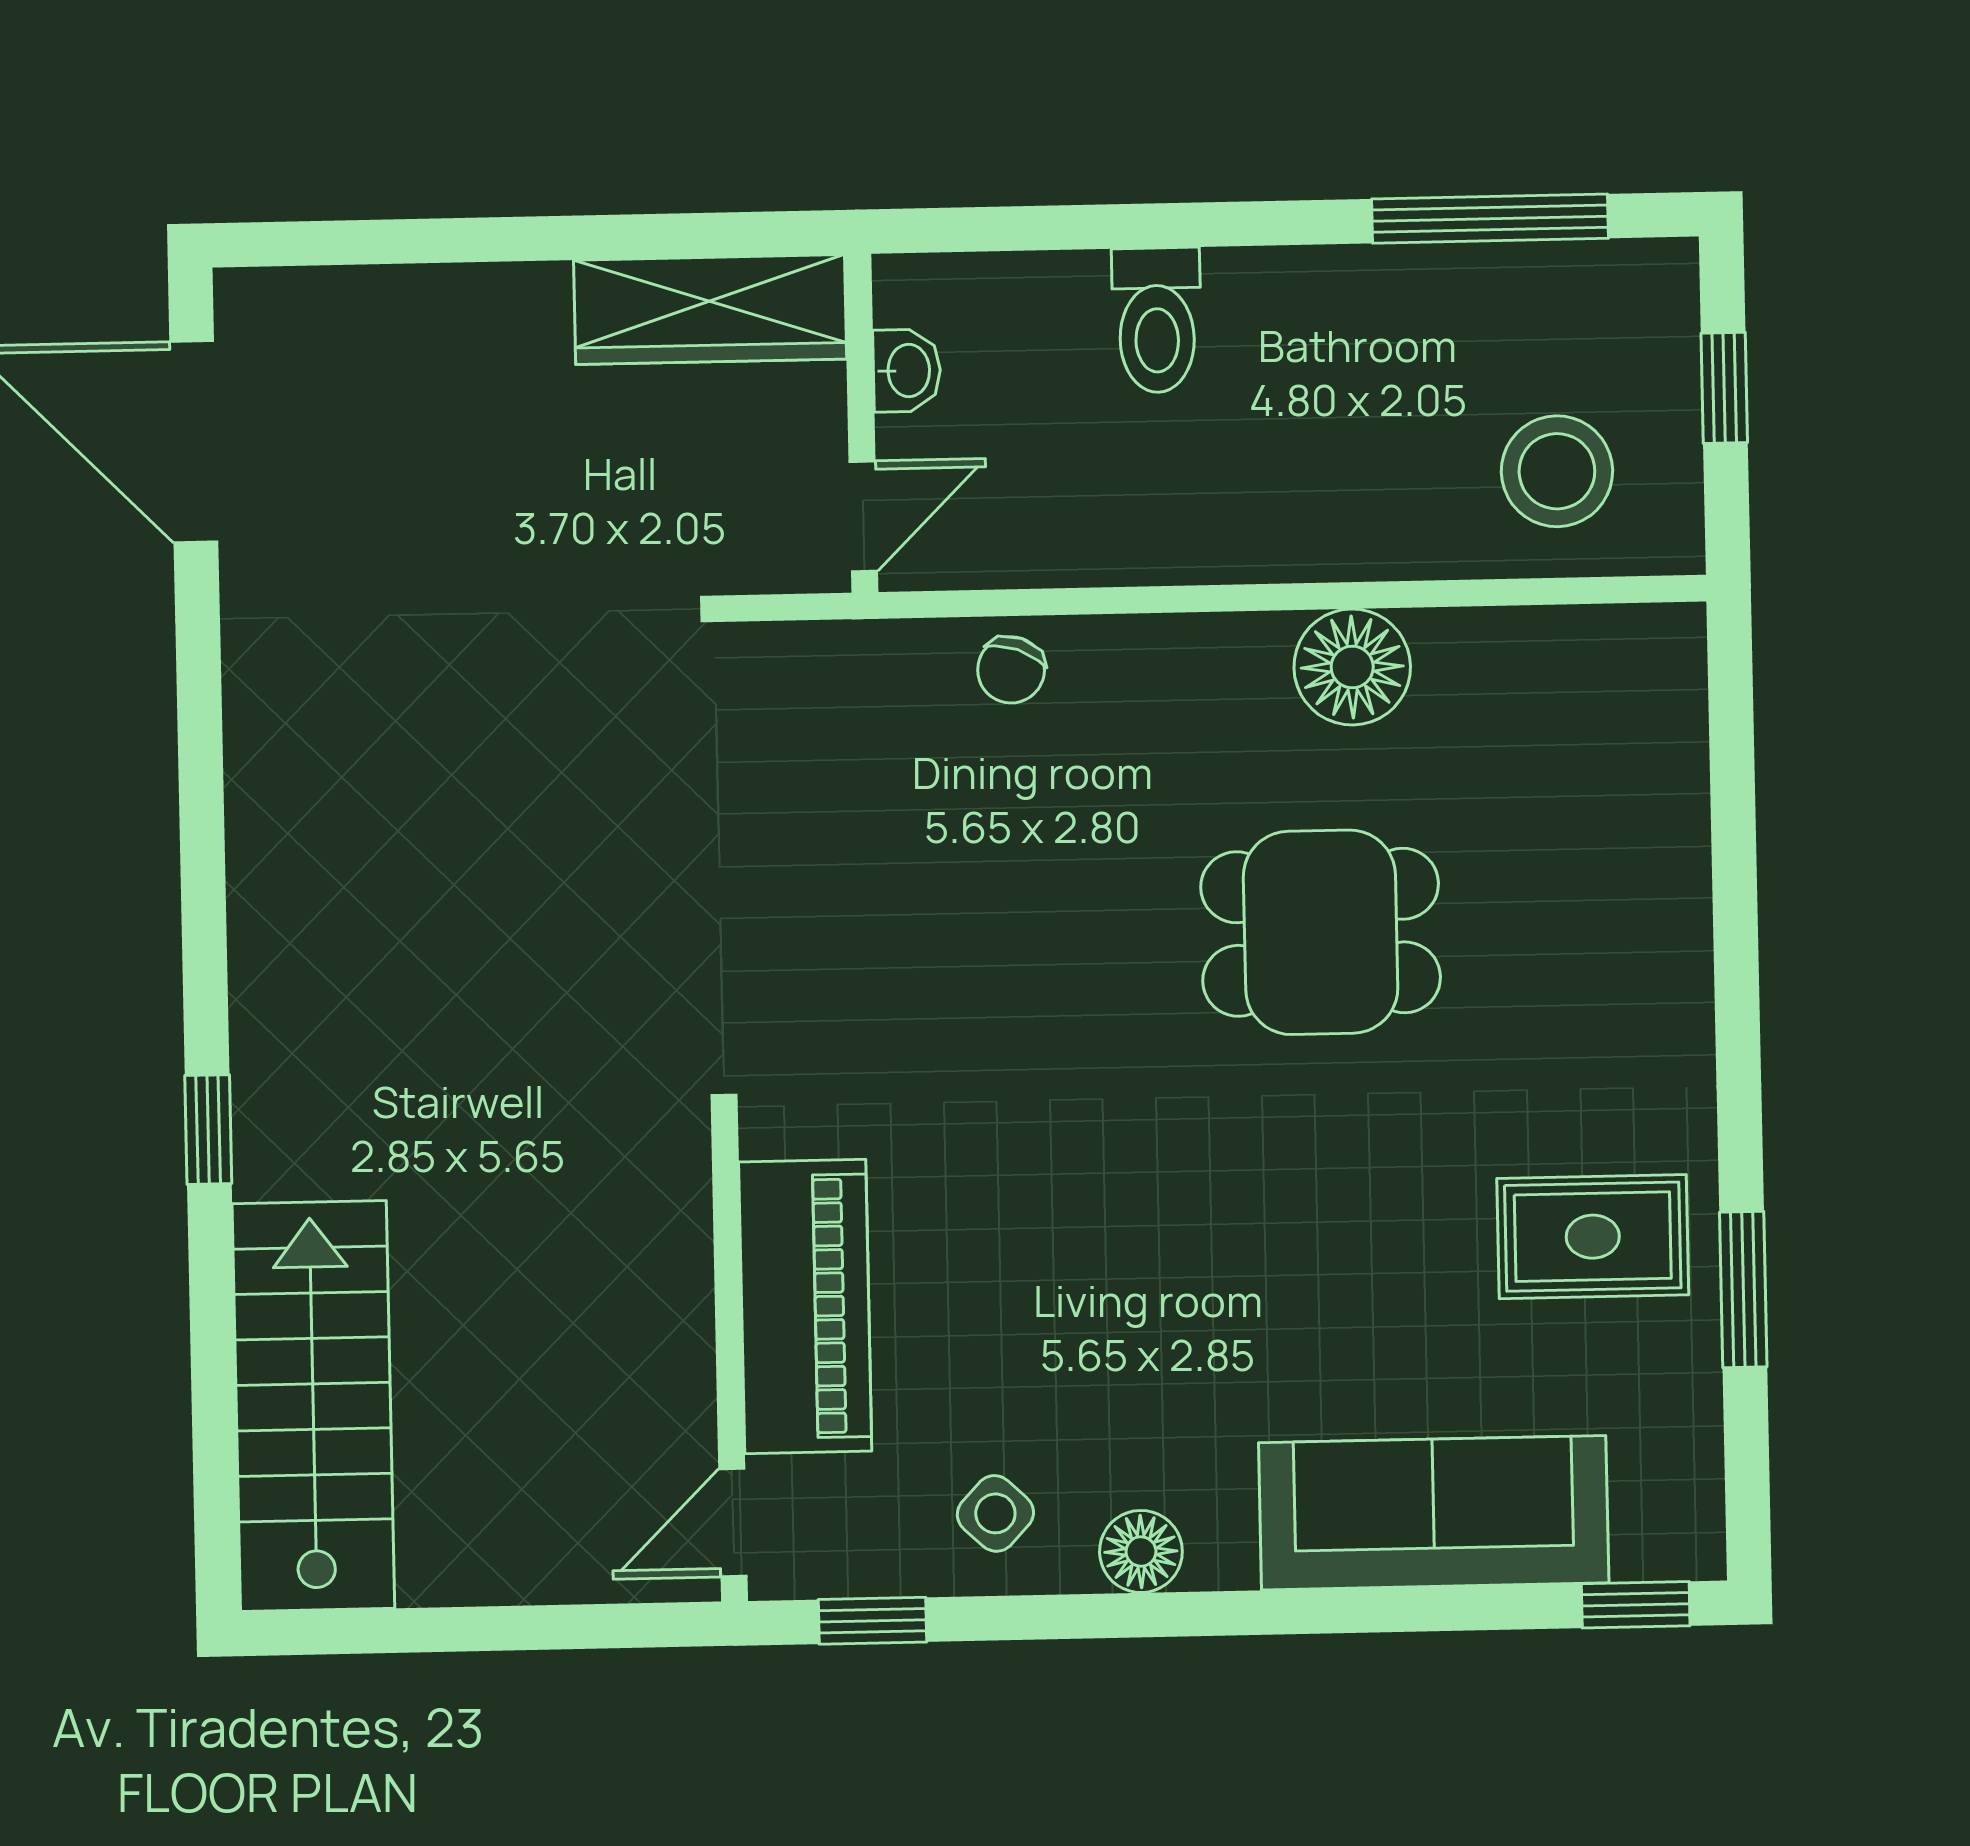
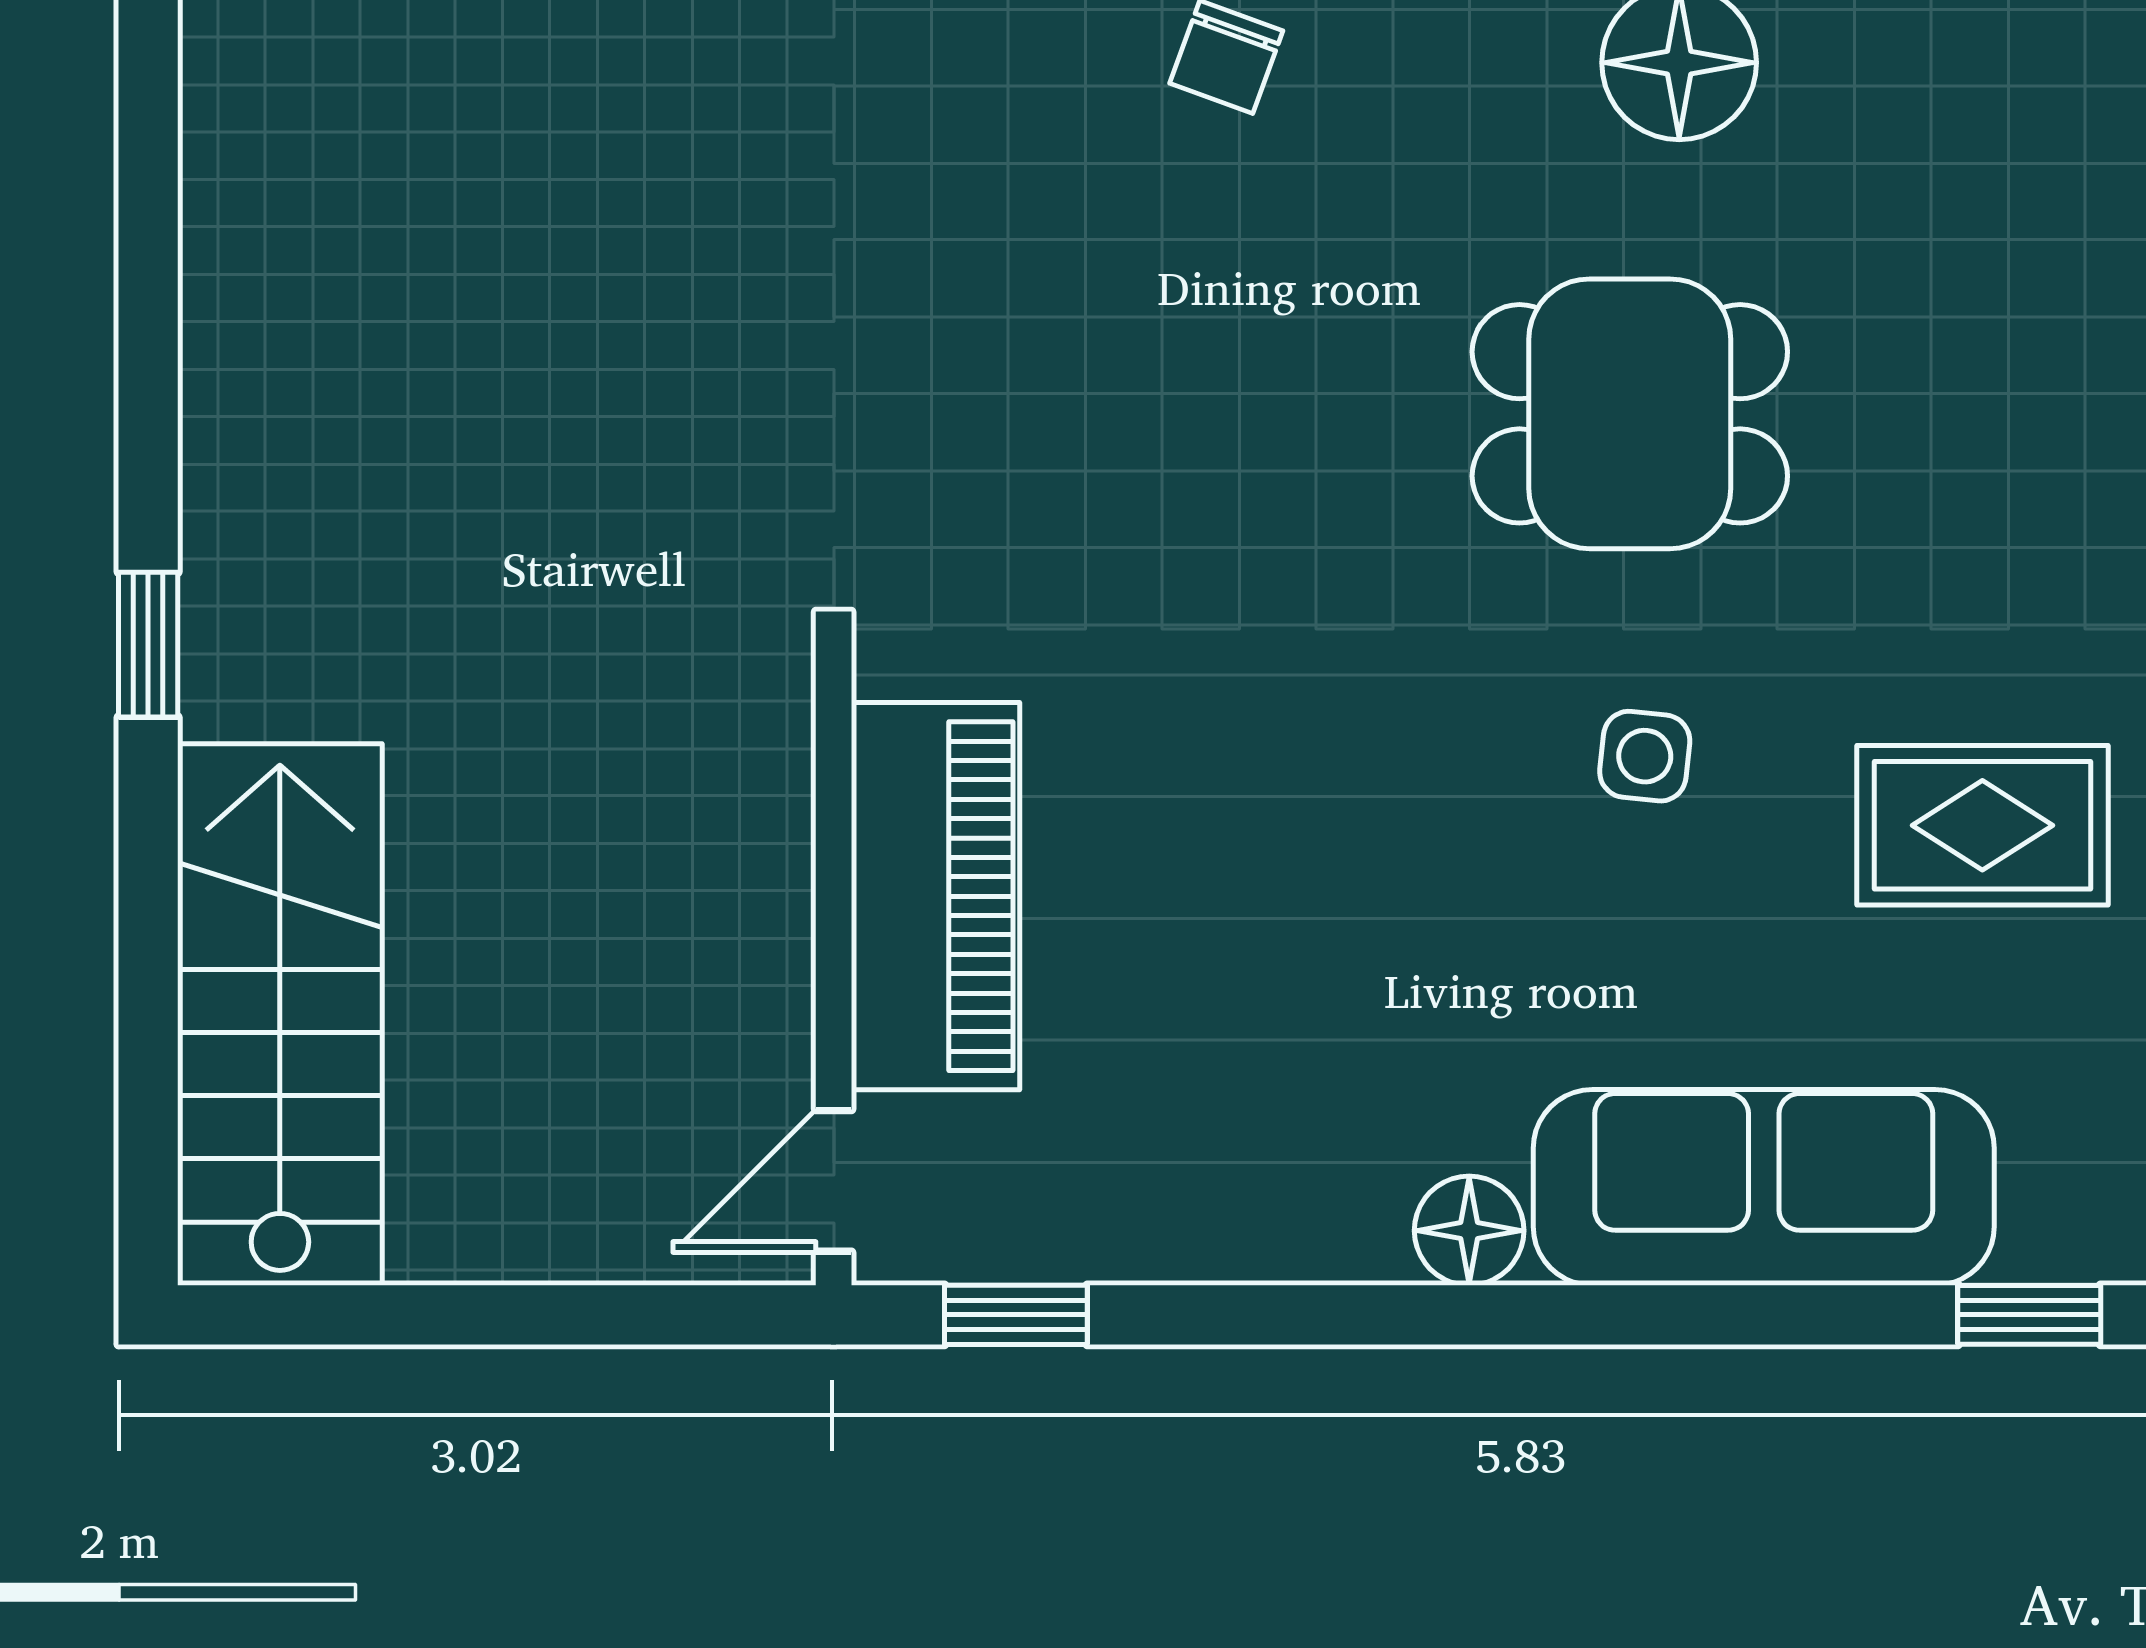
side table: (995, 1513) -> (1645, 756), moved, turned -37
floor lamp: (1141, 1552) -> (1469, 1231), moved

